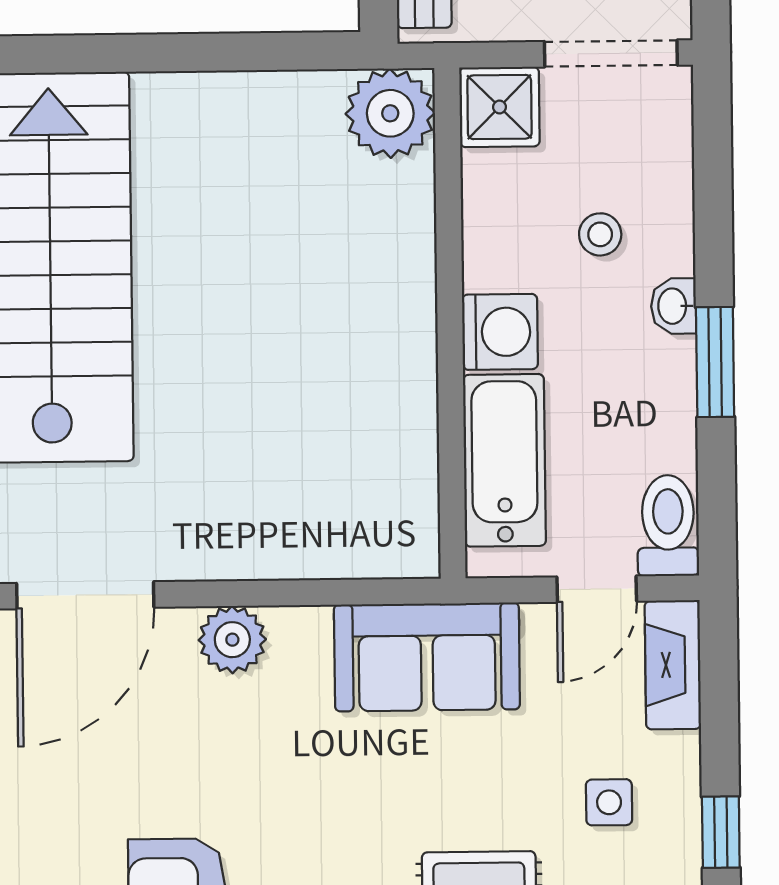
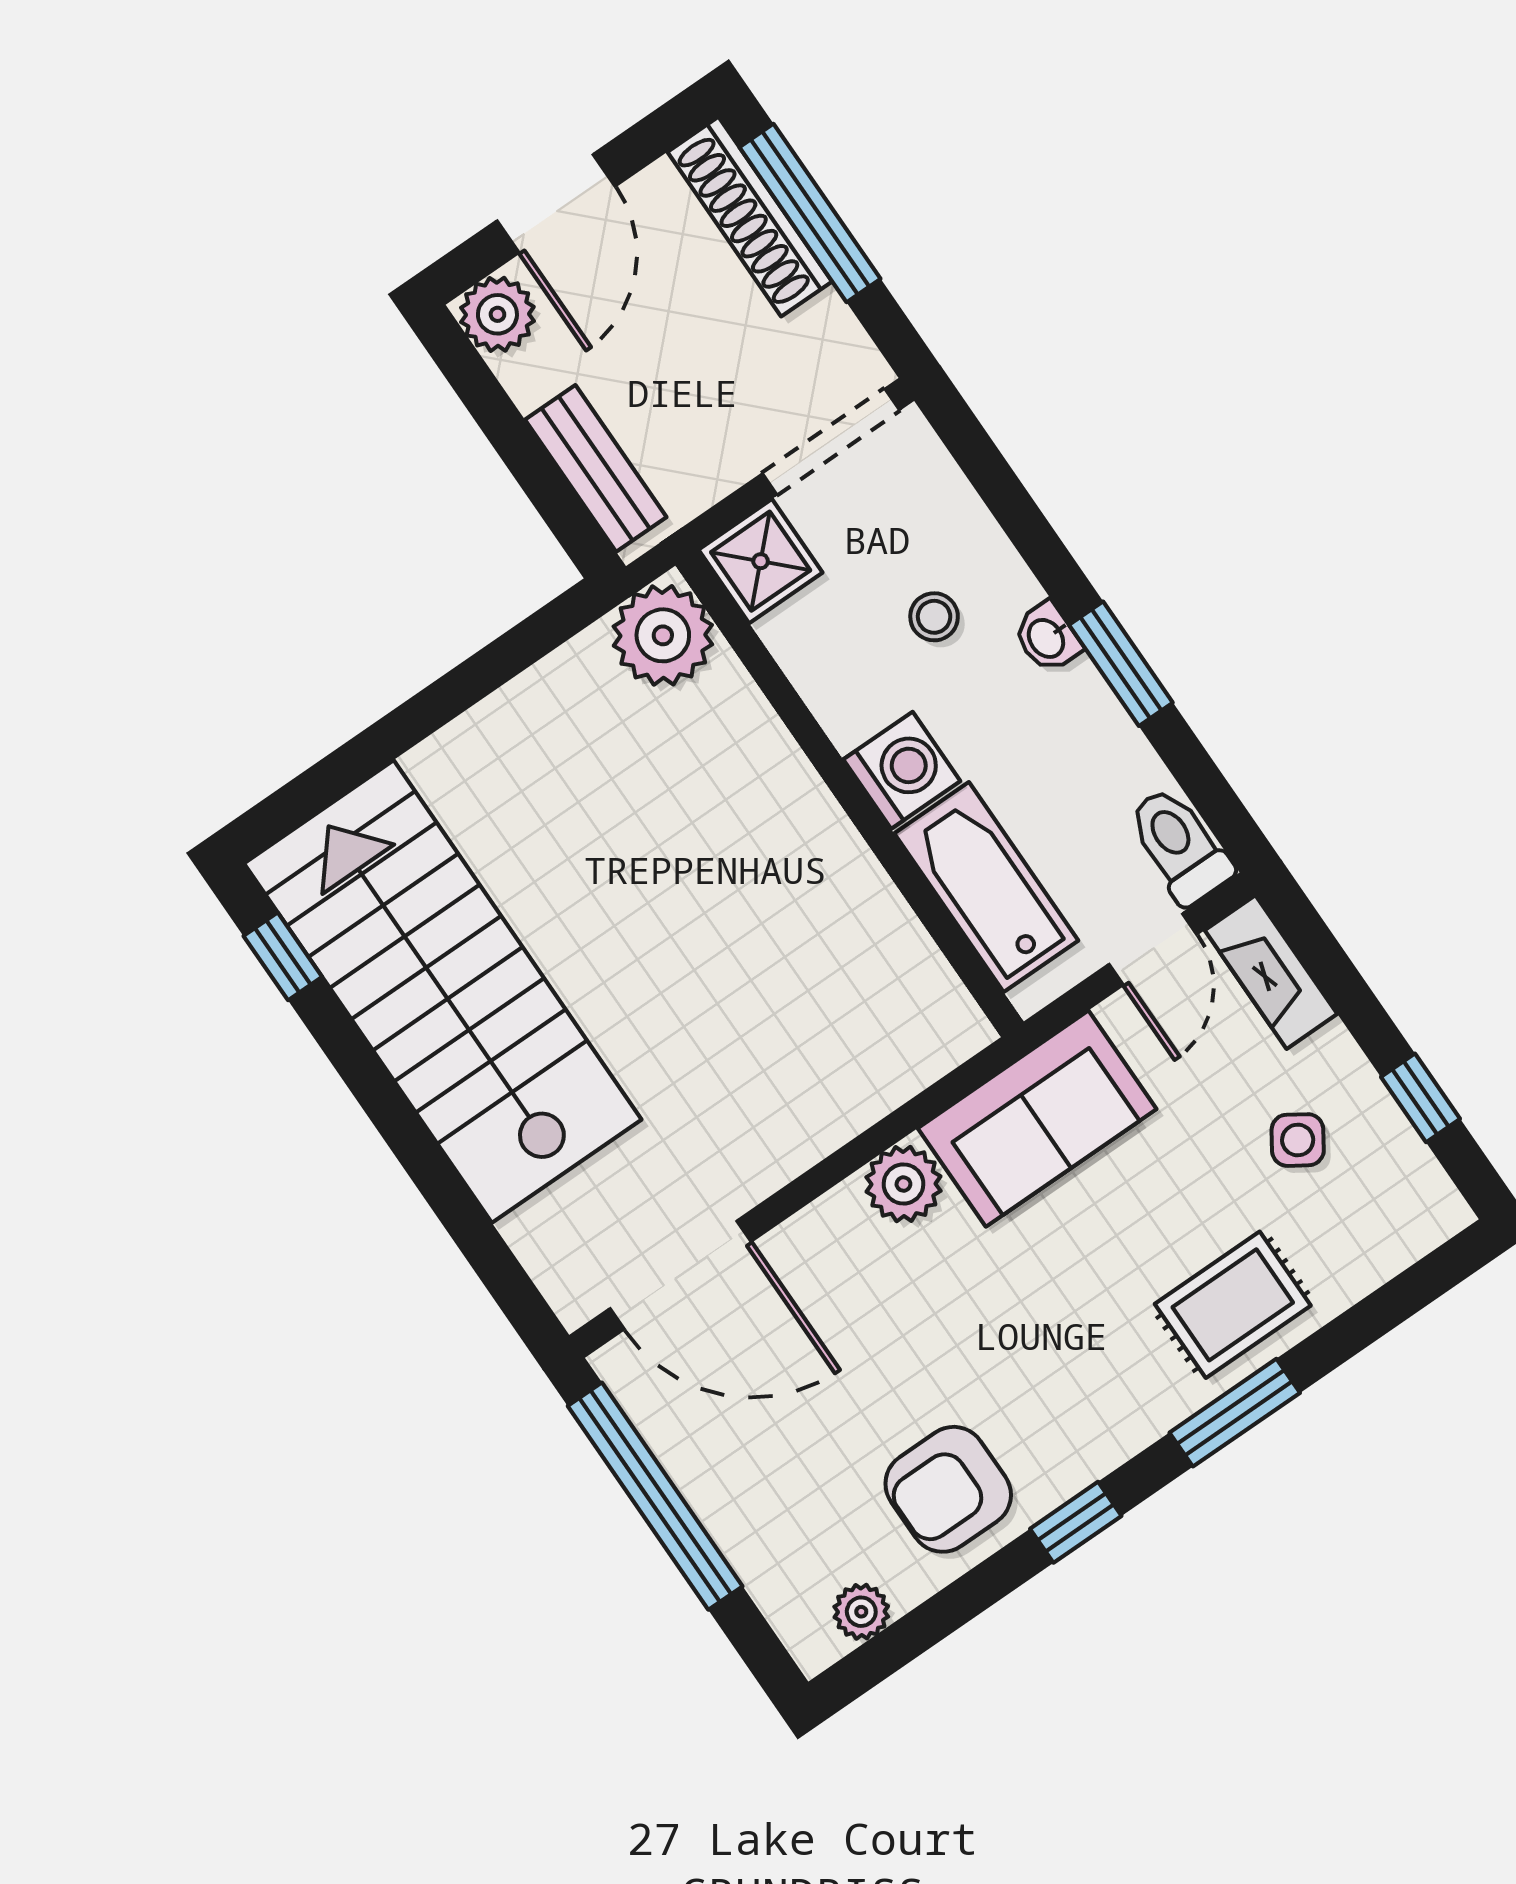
door: (85, 595) -> (680, 1275), hinge flipped
plant: (232, 640) -> (903, 1184), moved
side table: (609, 802) -> (1298, 1140), turned 33

